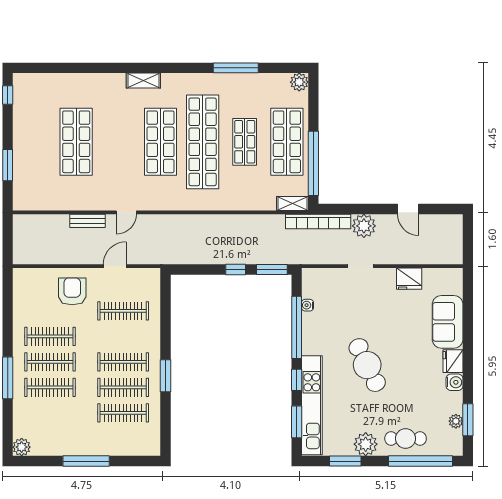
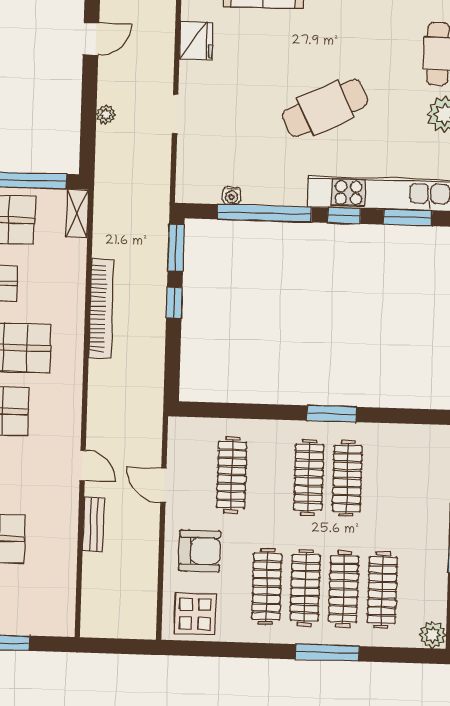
bookcase: (318, 221) -> (101, 308), moved
plant: (364, 226) -> (106, 115), width x0.53, depth x0.53
display table: (30, 290) -> (195, 614), added
armchair: (72, 291) -> (200, 551), turned 180
clothes rail: (123, 413) -> (382, 590), moved

